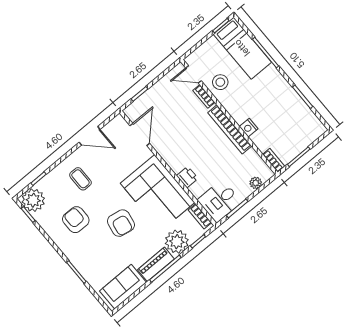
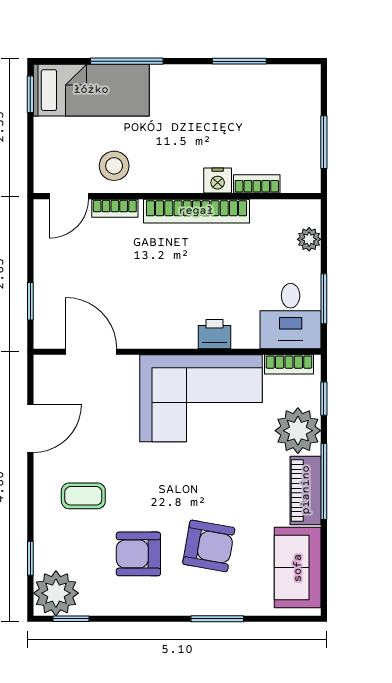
bookcase: (274, 160) -> (257, 184), moved
armchair: (121, 223) -> (209, 546), moved

